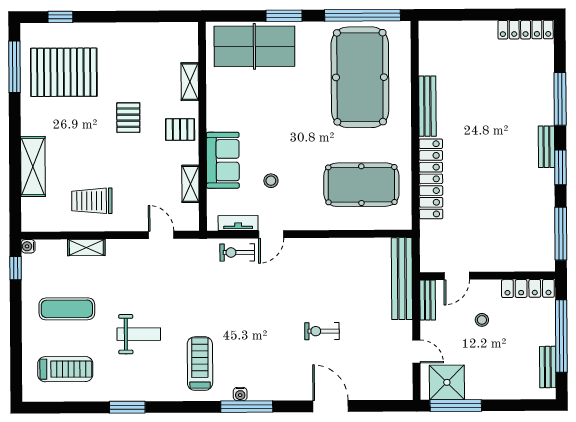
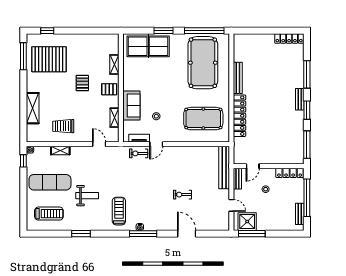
exercise mat: (67, 309) -> (50, 182), width x1.36, depth x1.45

